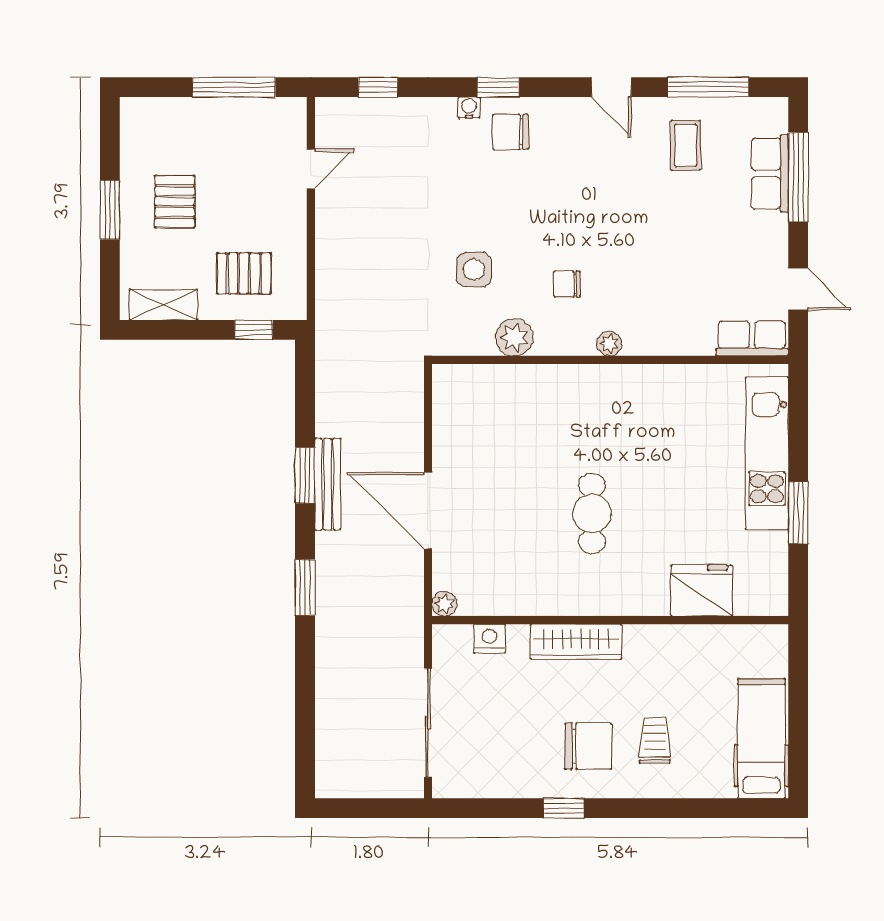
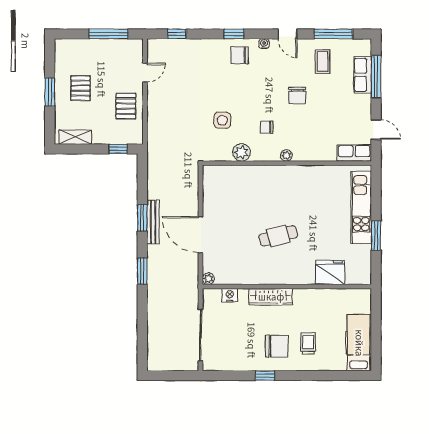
water cooler: (469, 108) -> (264, 44), moved
chair: (632, 217) -> (297, 95), added
pallet: (244, 273) -> (126, 106), moved, turned 90
cafe table: (592, 513) -> (278, 236), turned 75

